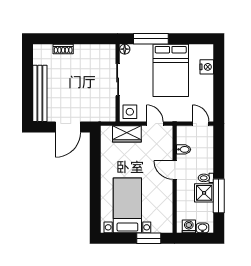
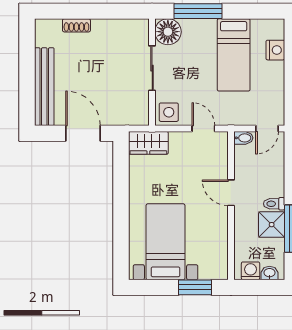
floor lamp: (125, 49) -> (168, 32), width x1.89, depth x1.89
bed: (171, 70) -> (234, 55), width x0.67
door: (201, 124) -> (267, 129), swing flipped
door: (68, 127) -> (83, 133), swing flipped
wardrobe: (127, 134) -> (148, 143), moved
bidet: (184, 149) -> (243, 138), moved

